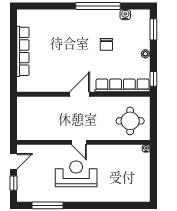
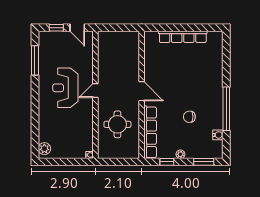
window: (153, 79) -> (167, 162), moved
round table: (130, 121) -> (117, 124), moved
reception desk: (76, 174) -> (65, 88), turned 180
plant: (140, 196) -> (44, 149), added

